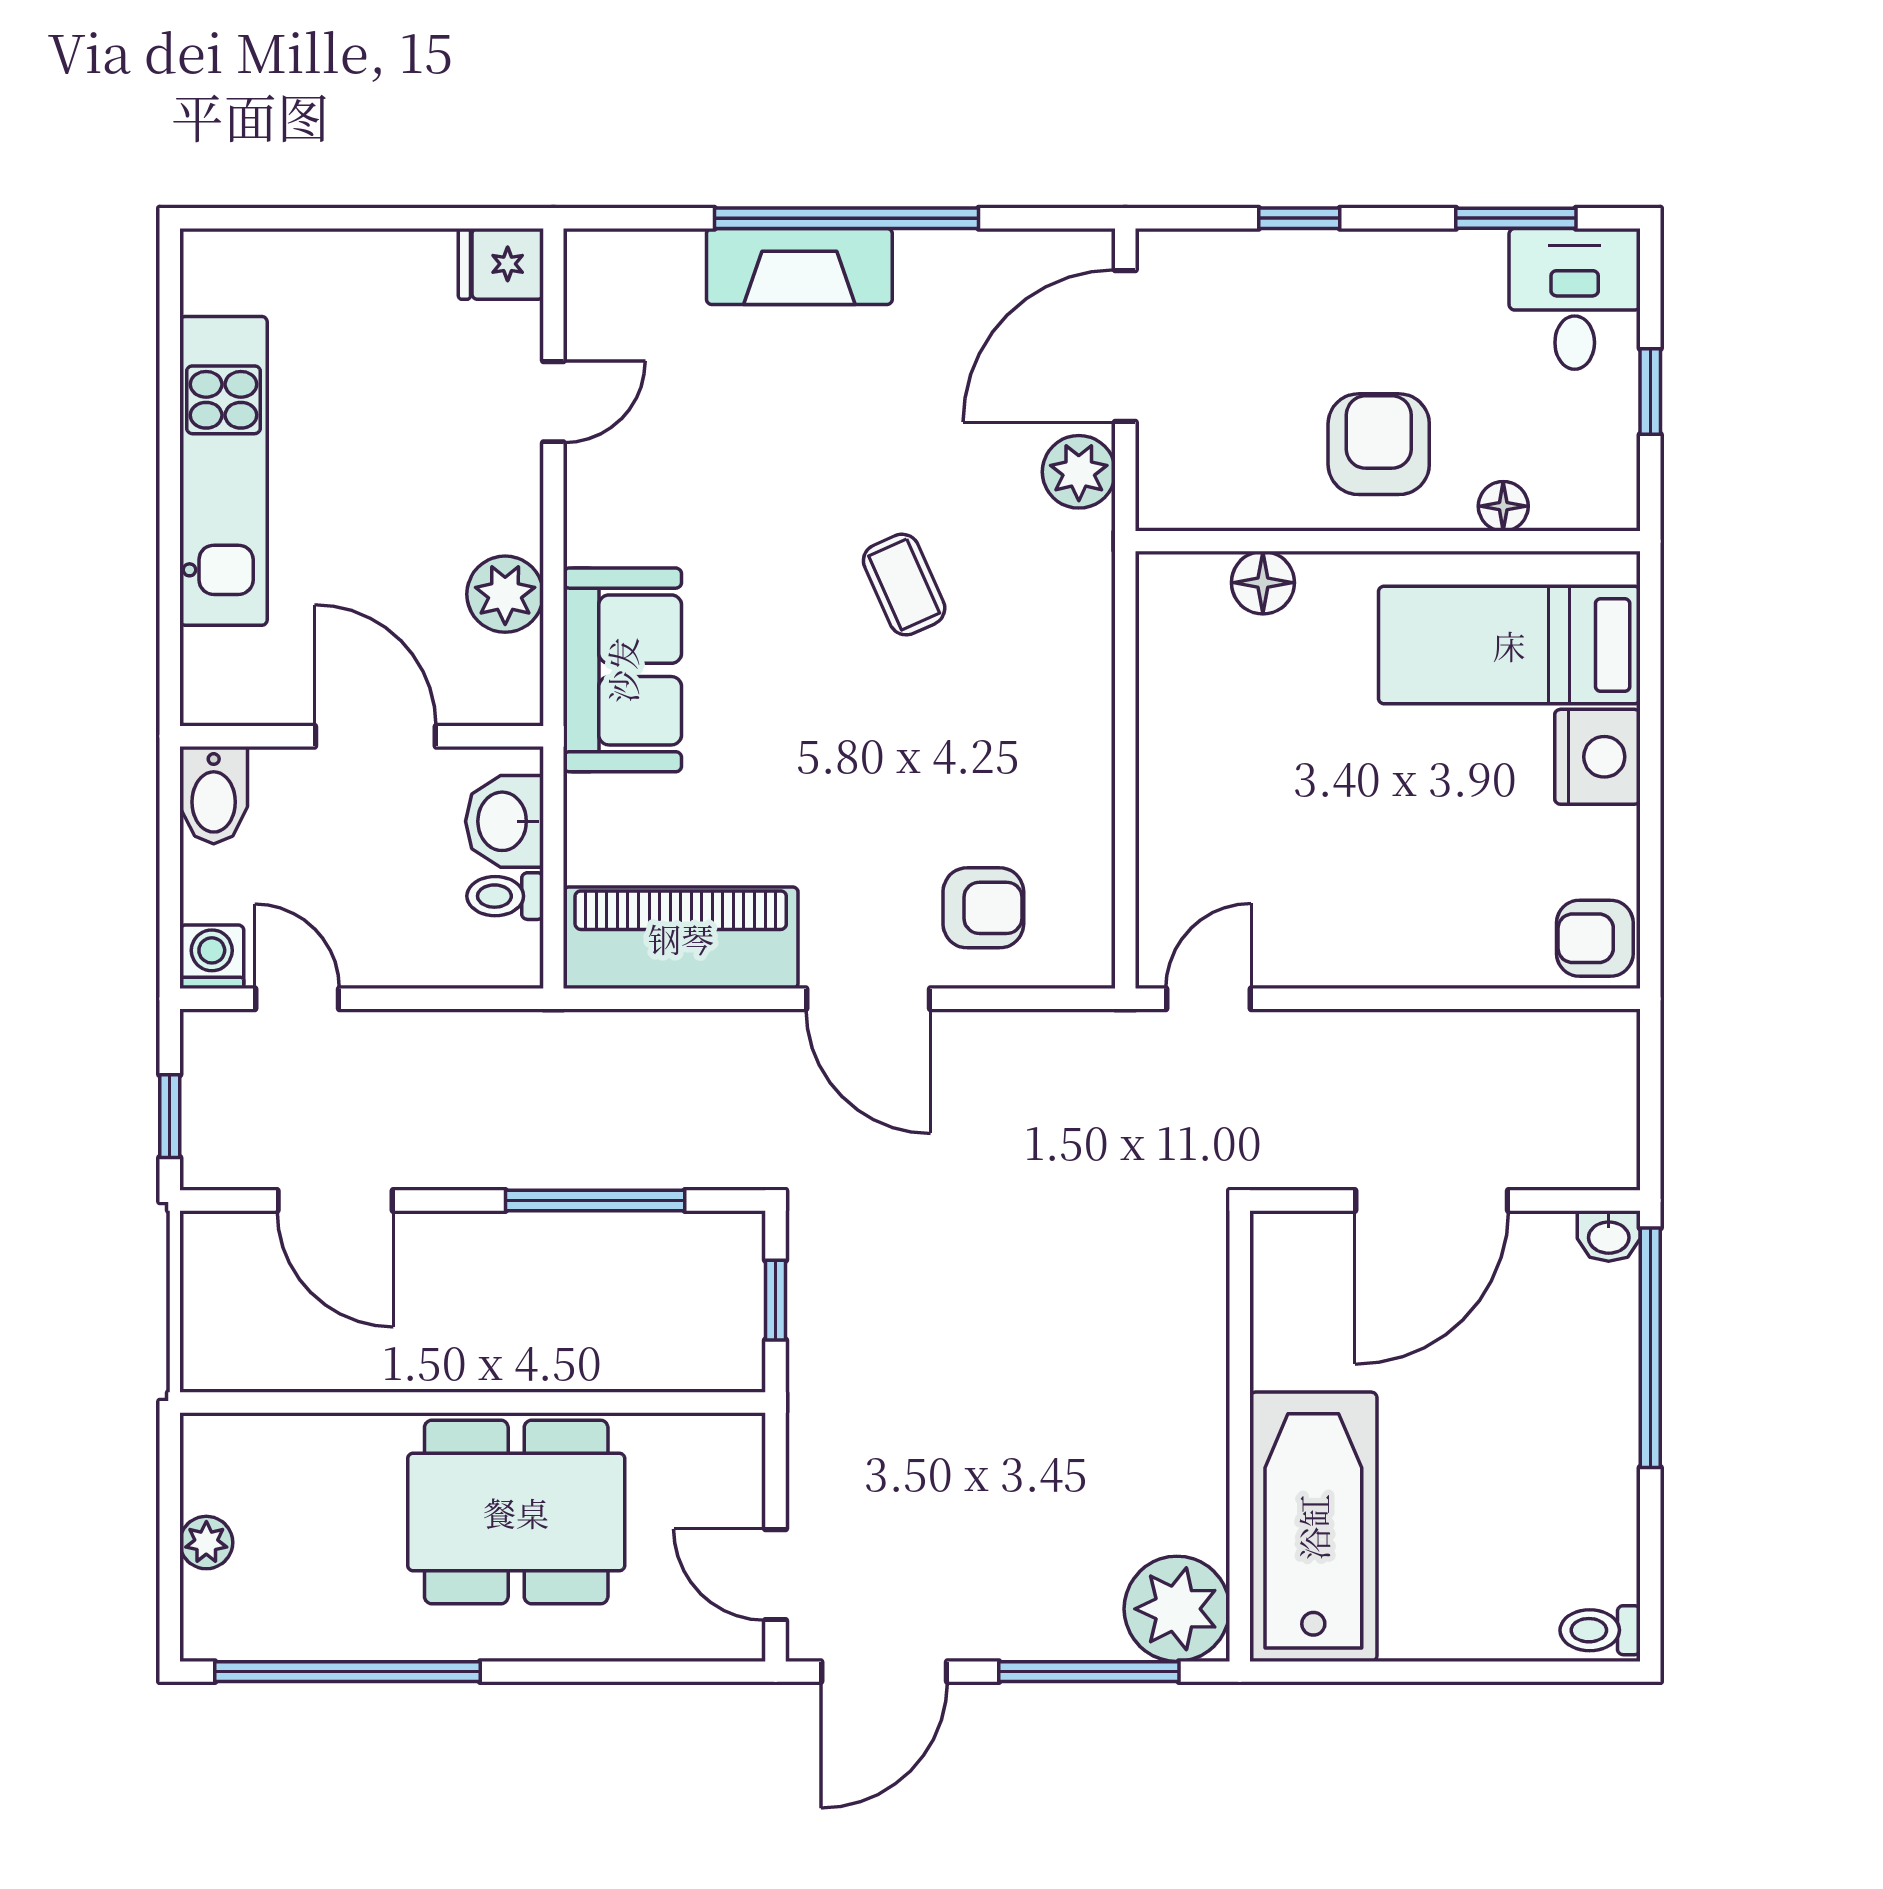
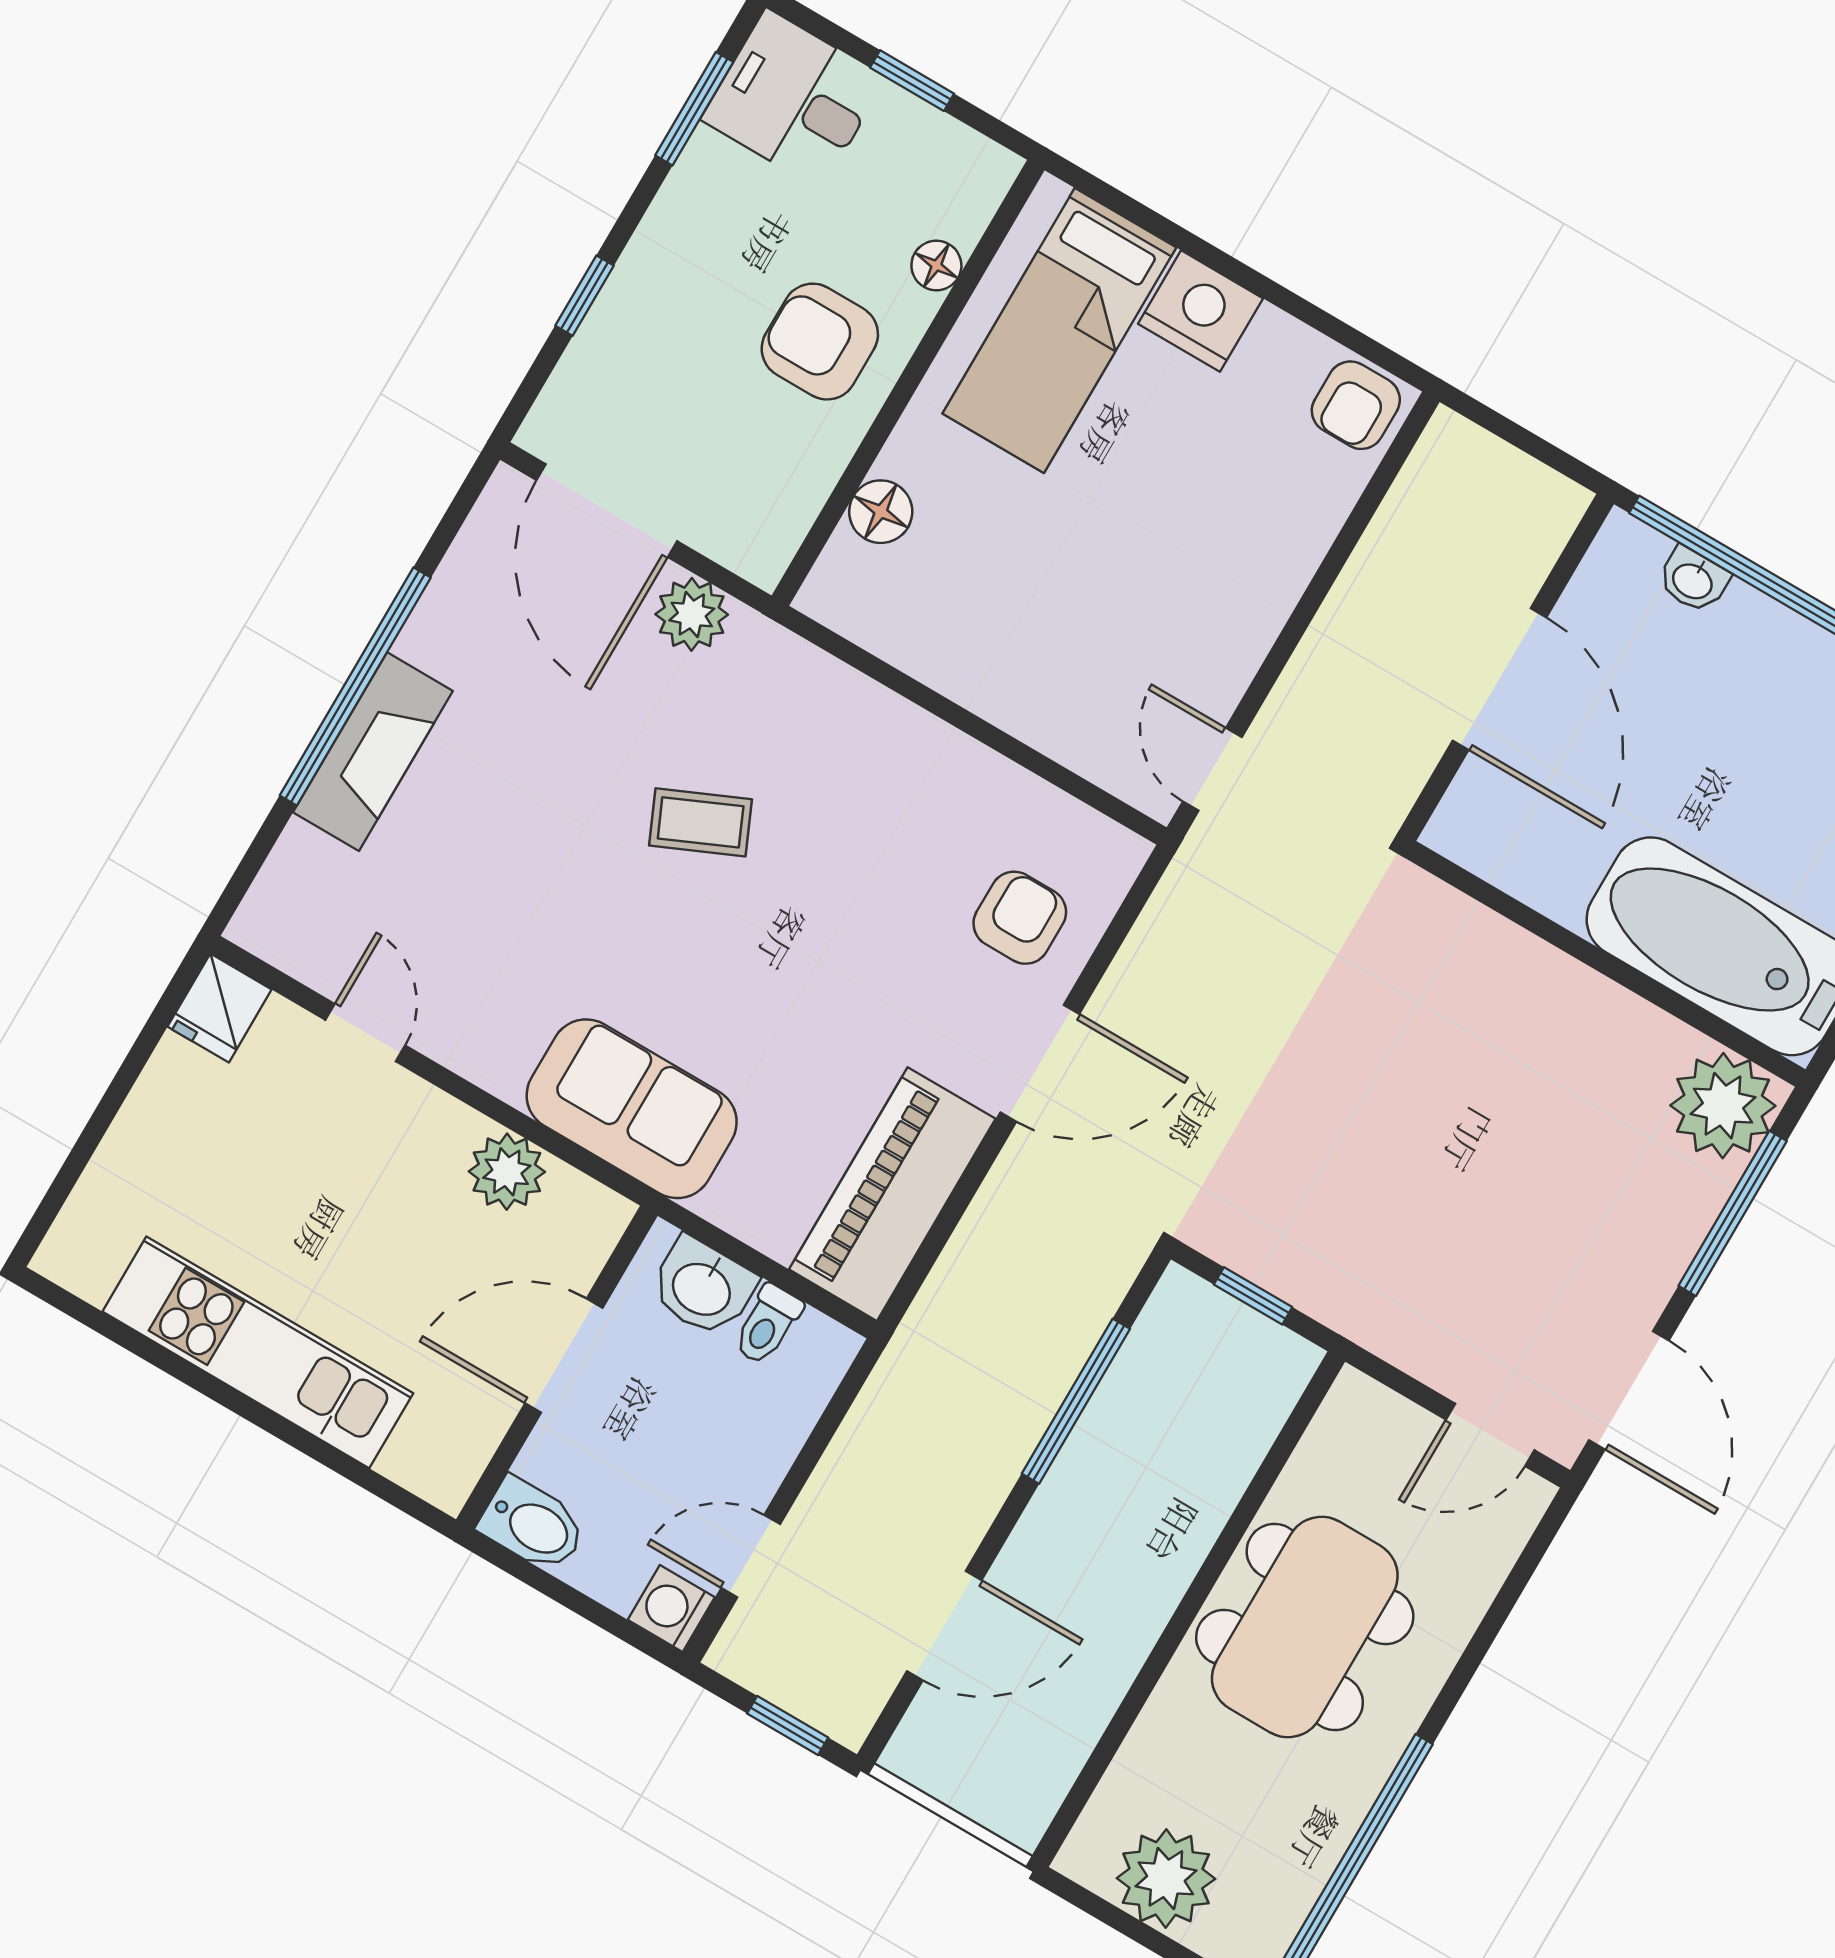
washbasin: (1609, 1236) -> (1693, 580), moved, turned 90
plant: (206, 1543) -> (1166, 1878), width x1.88, depth x1.88

